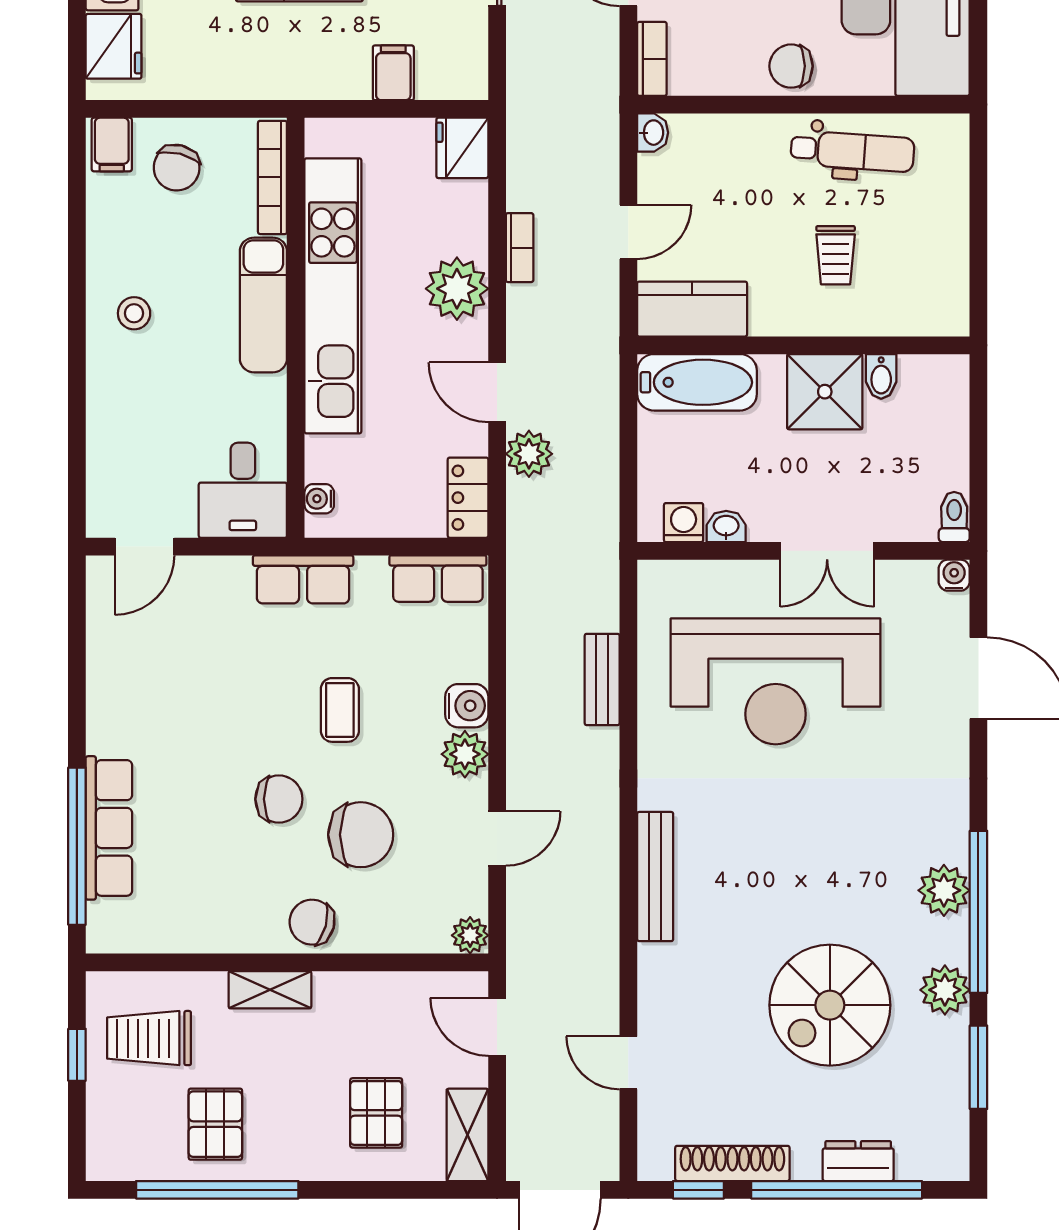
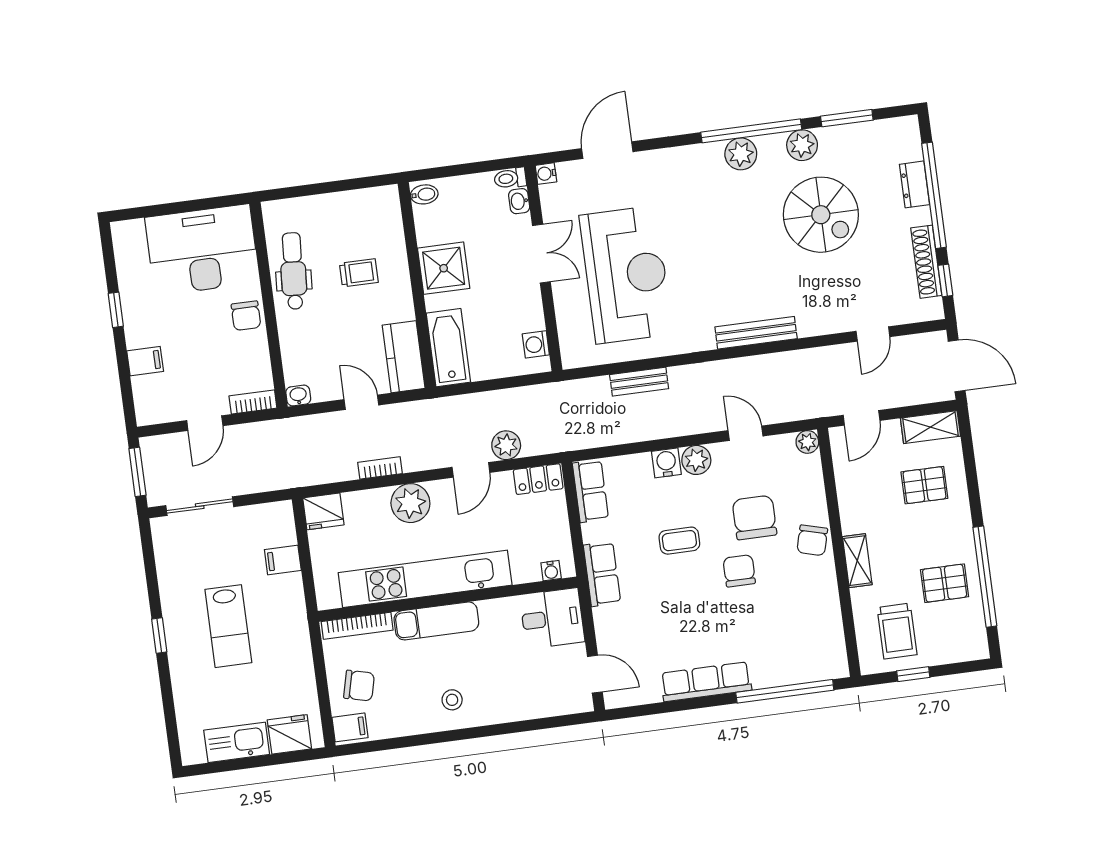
bidet: (881, 376) -> (424, 194), moved
washbasin: (726, 526) -> (519, 201), moved
row of seats: (109, 828) -> (706, 682), moved

